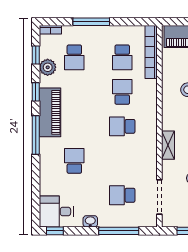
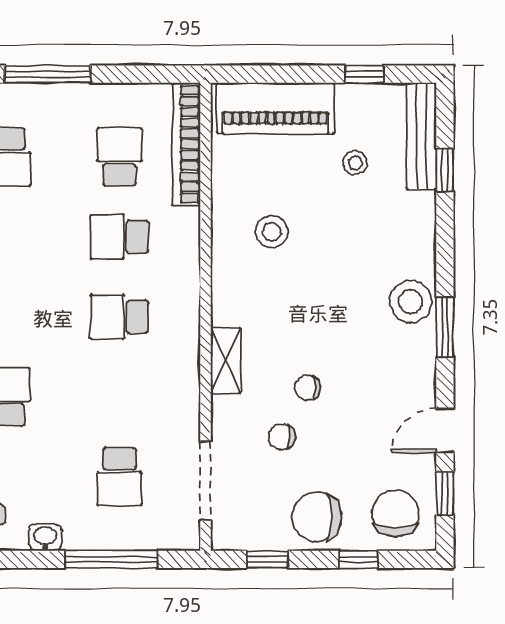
school desk: (122, 57) -> (119, 157), turned 180
school desk: (122, 92) -> (119, 237), turned -90
school desk: (122, 195) -> (119, 477), turned -90

